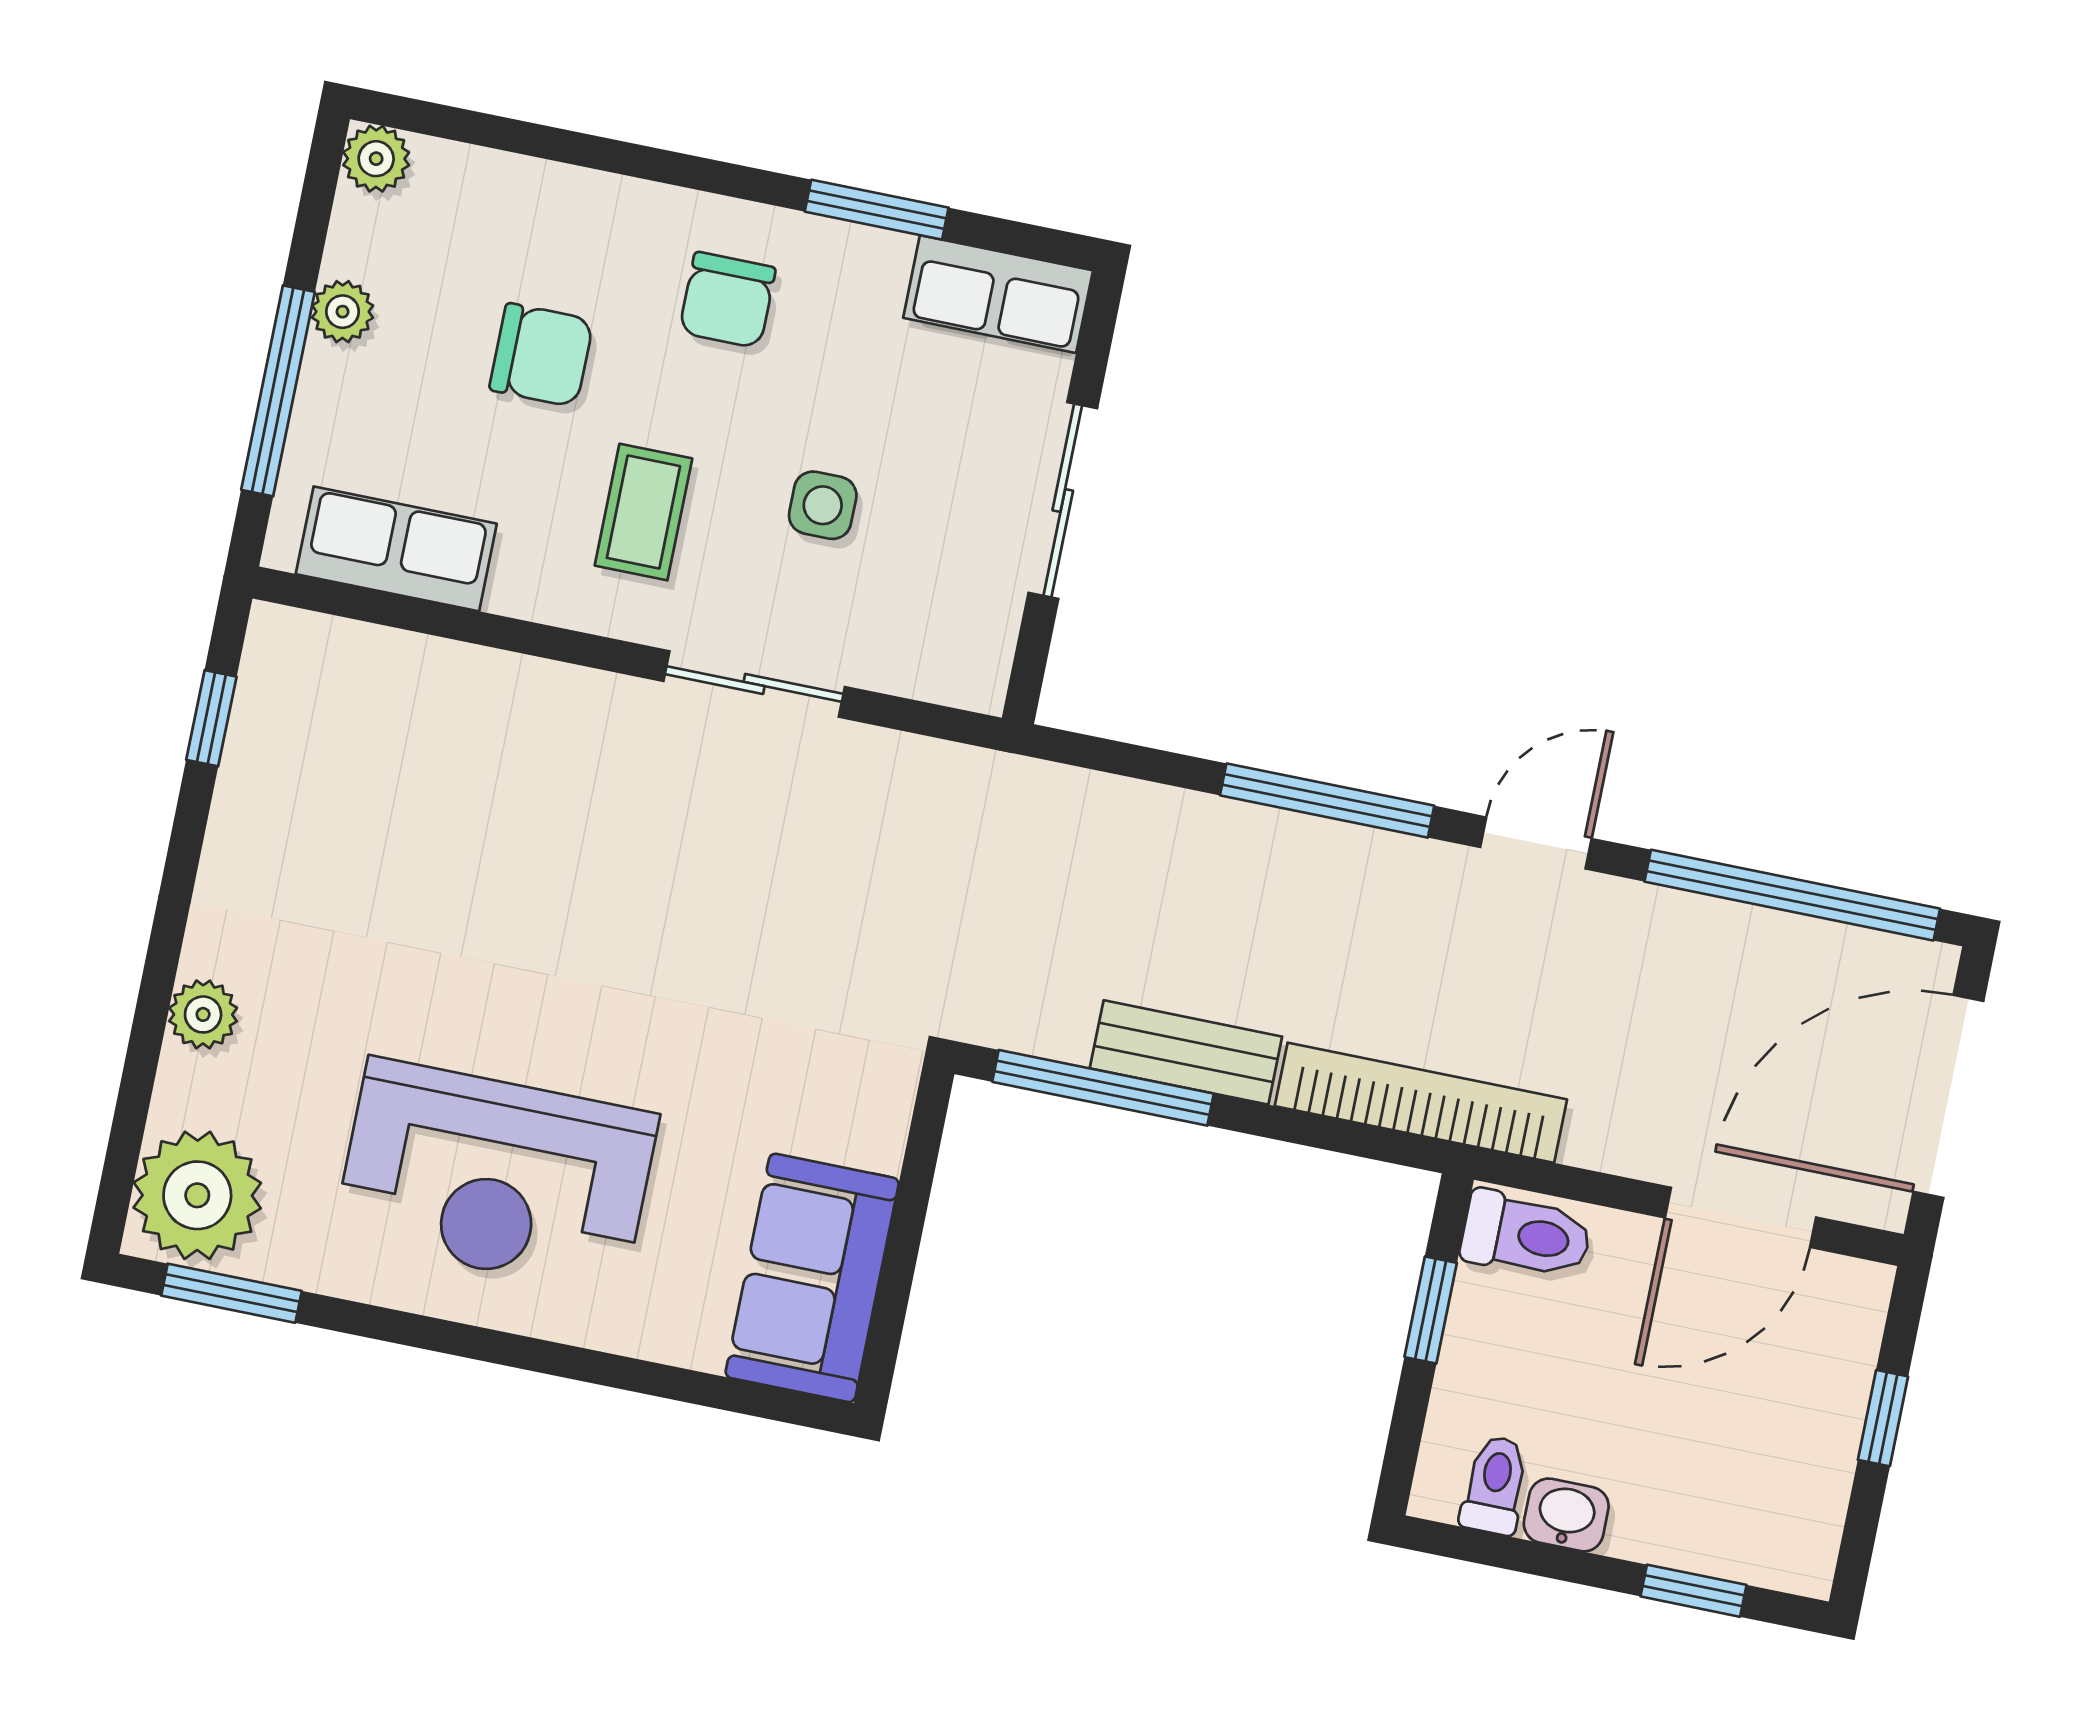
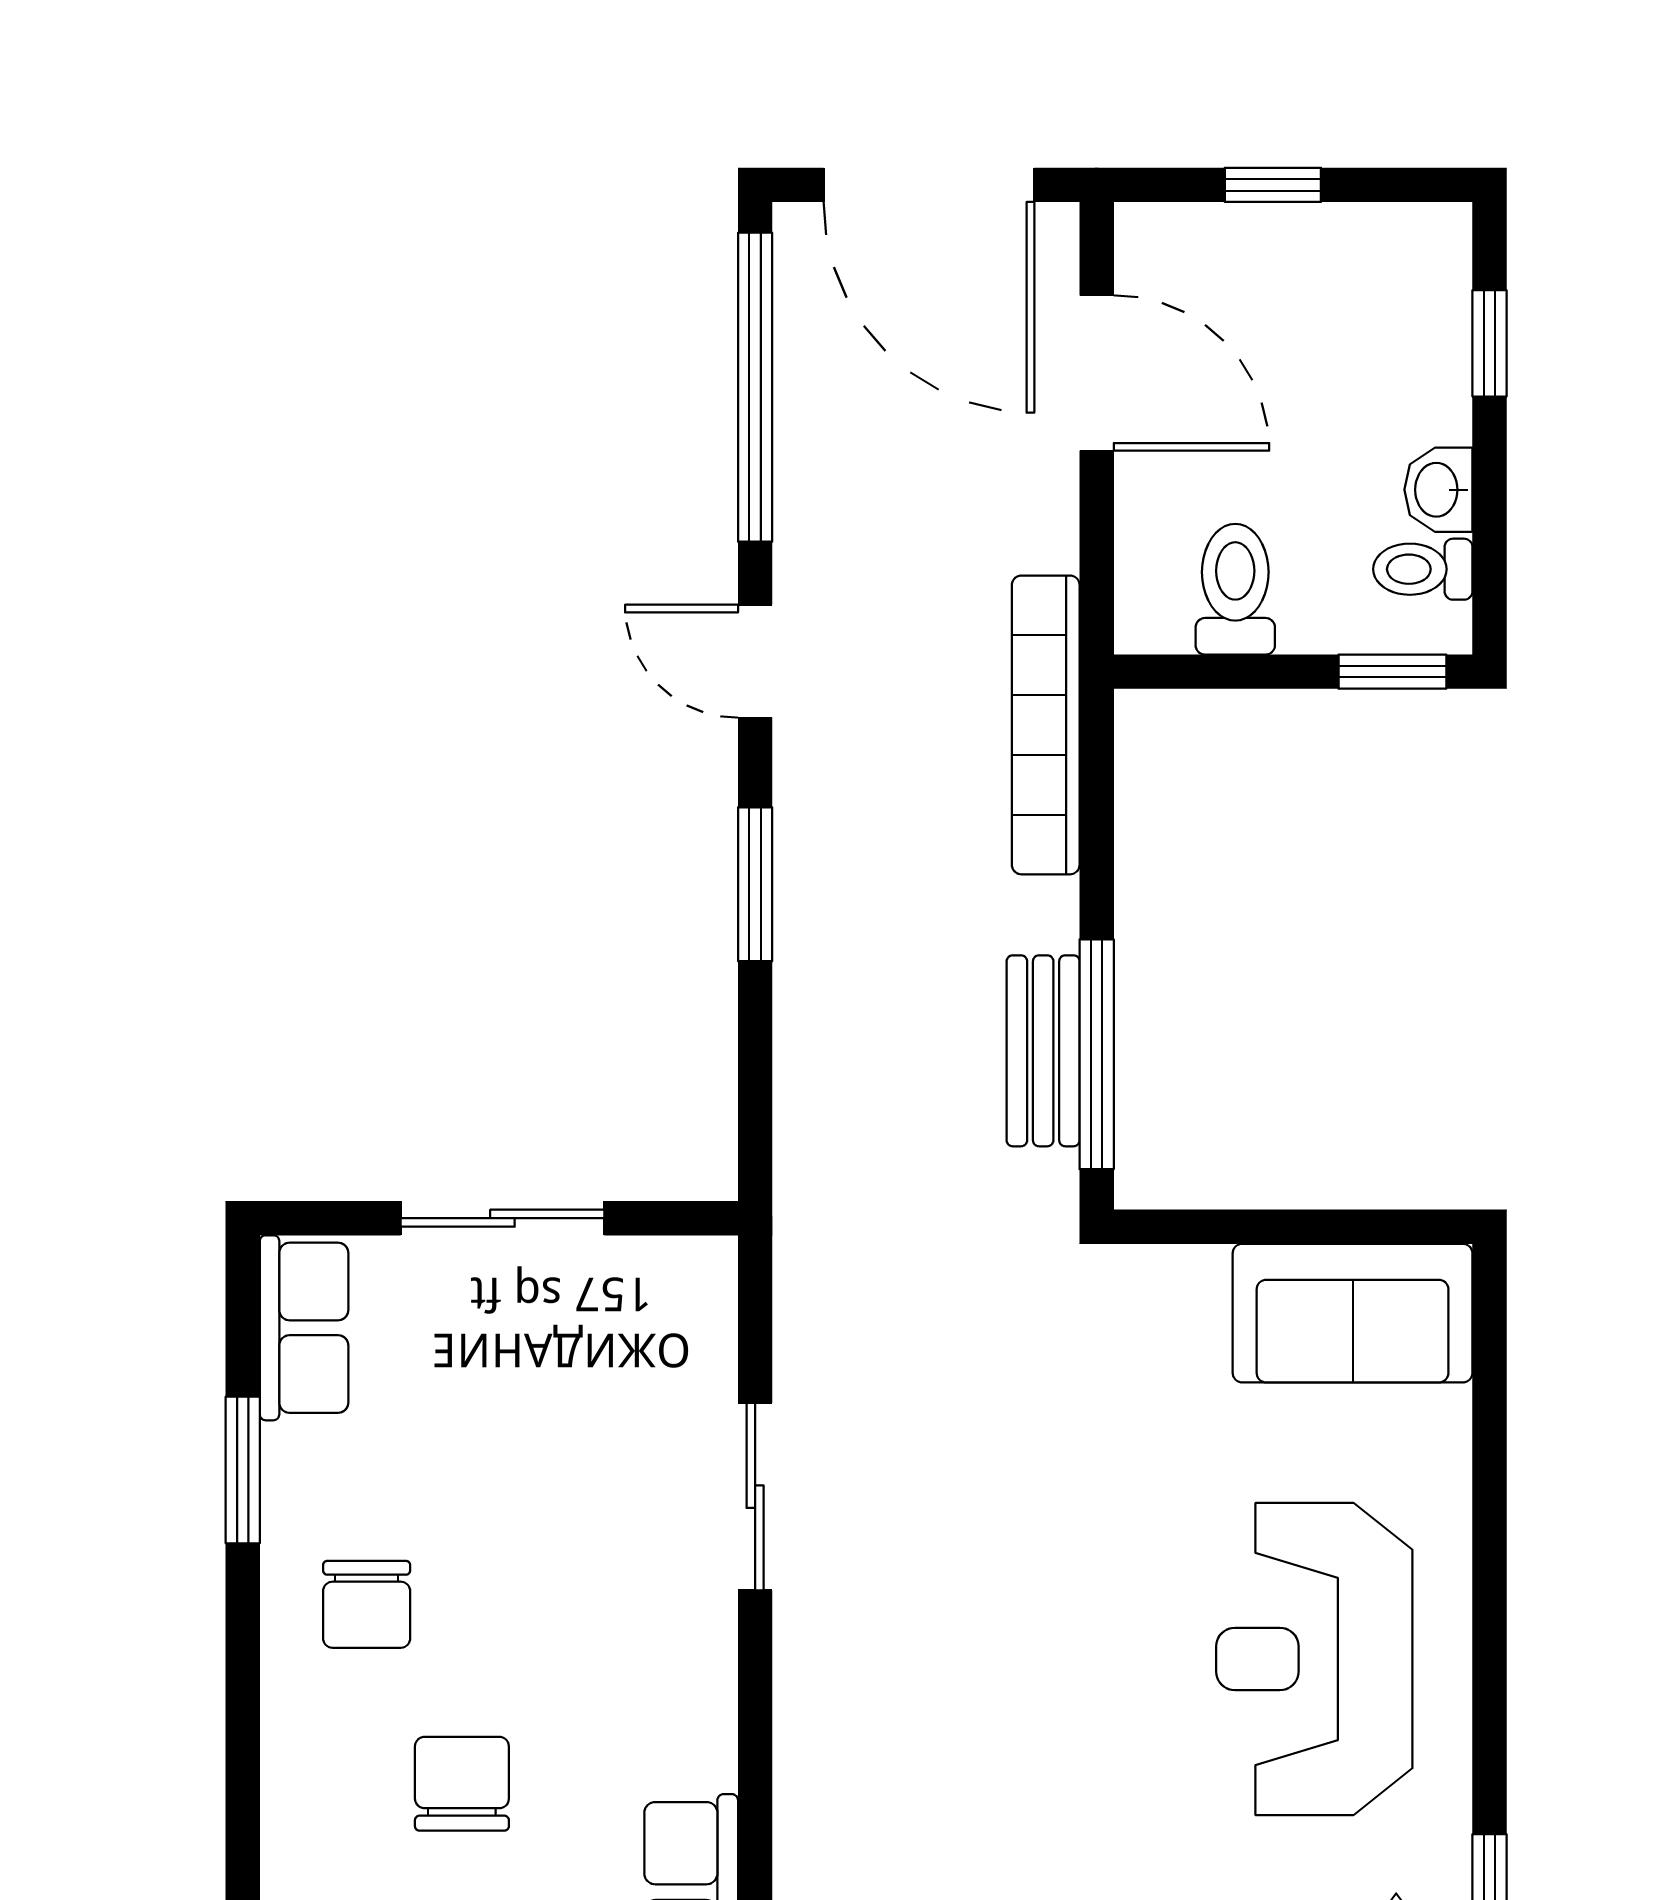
chair: (727, 300) -> (367, 1604), turned 90
side table: (823, 505) -> (557, 1464), removed
coffee table: (643, 512) -> (602, 1646), removed
window: (1327, 801) -> (755, 884), width x0.69
bench: (1186, 1052) -> (1043, 1051), moved
reception desk: (496, 1176) -> (1314, 1659), turned 180
toilet: (1526, 1235) -> (1235, 589), moved
window: (1431, 1310) -> (1392, 672), moved

